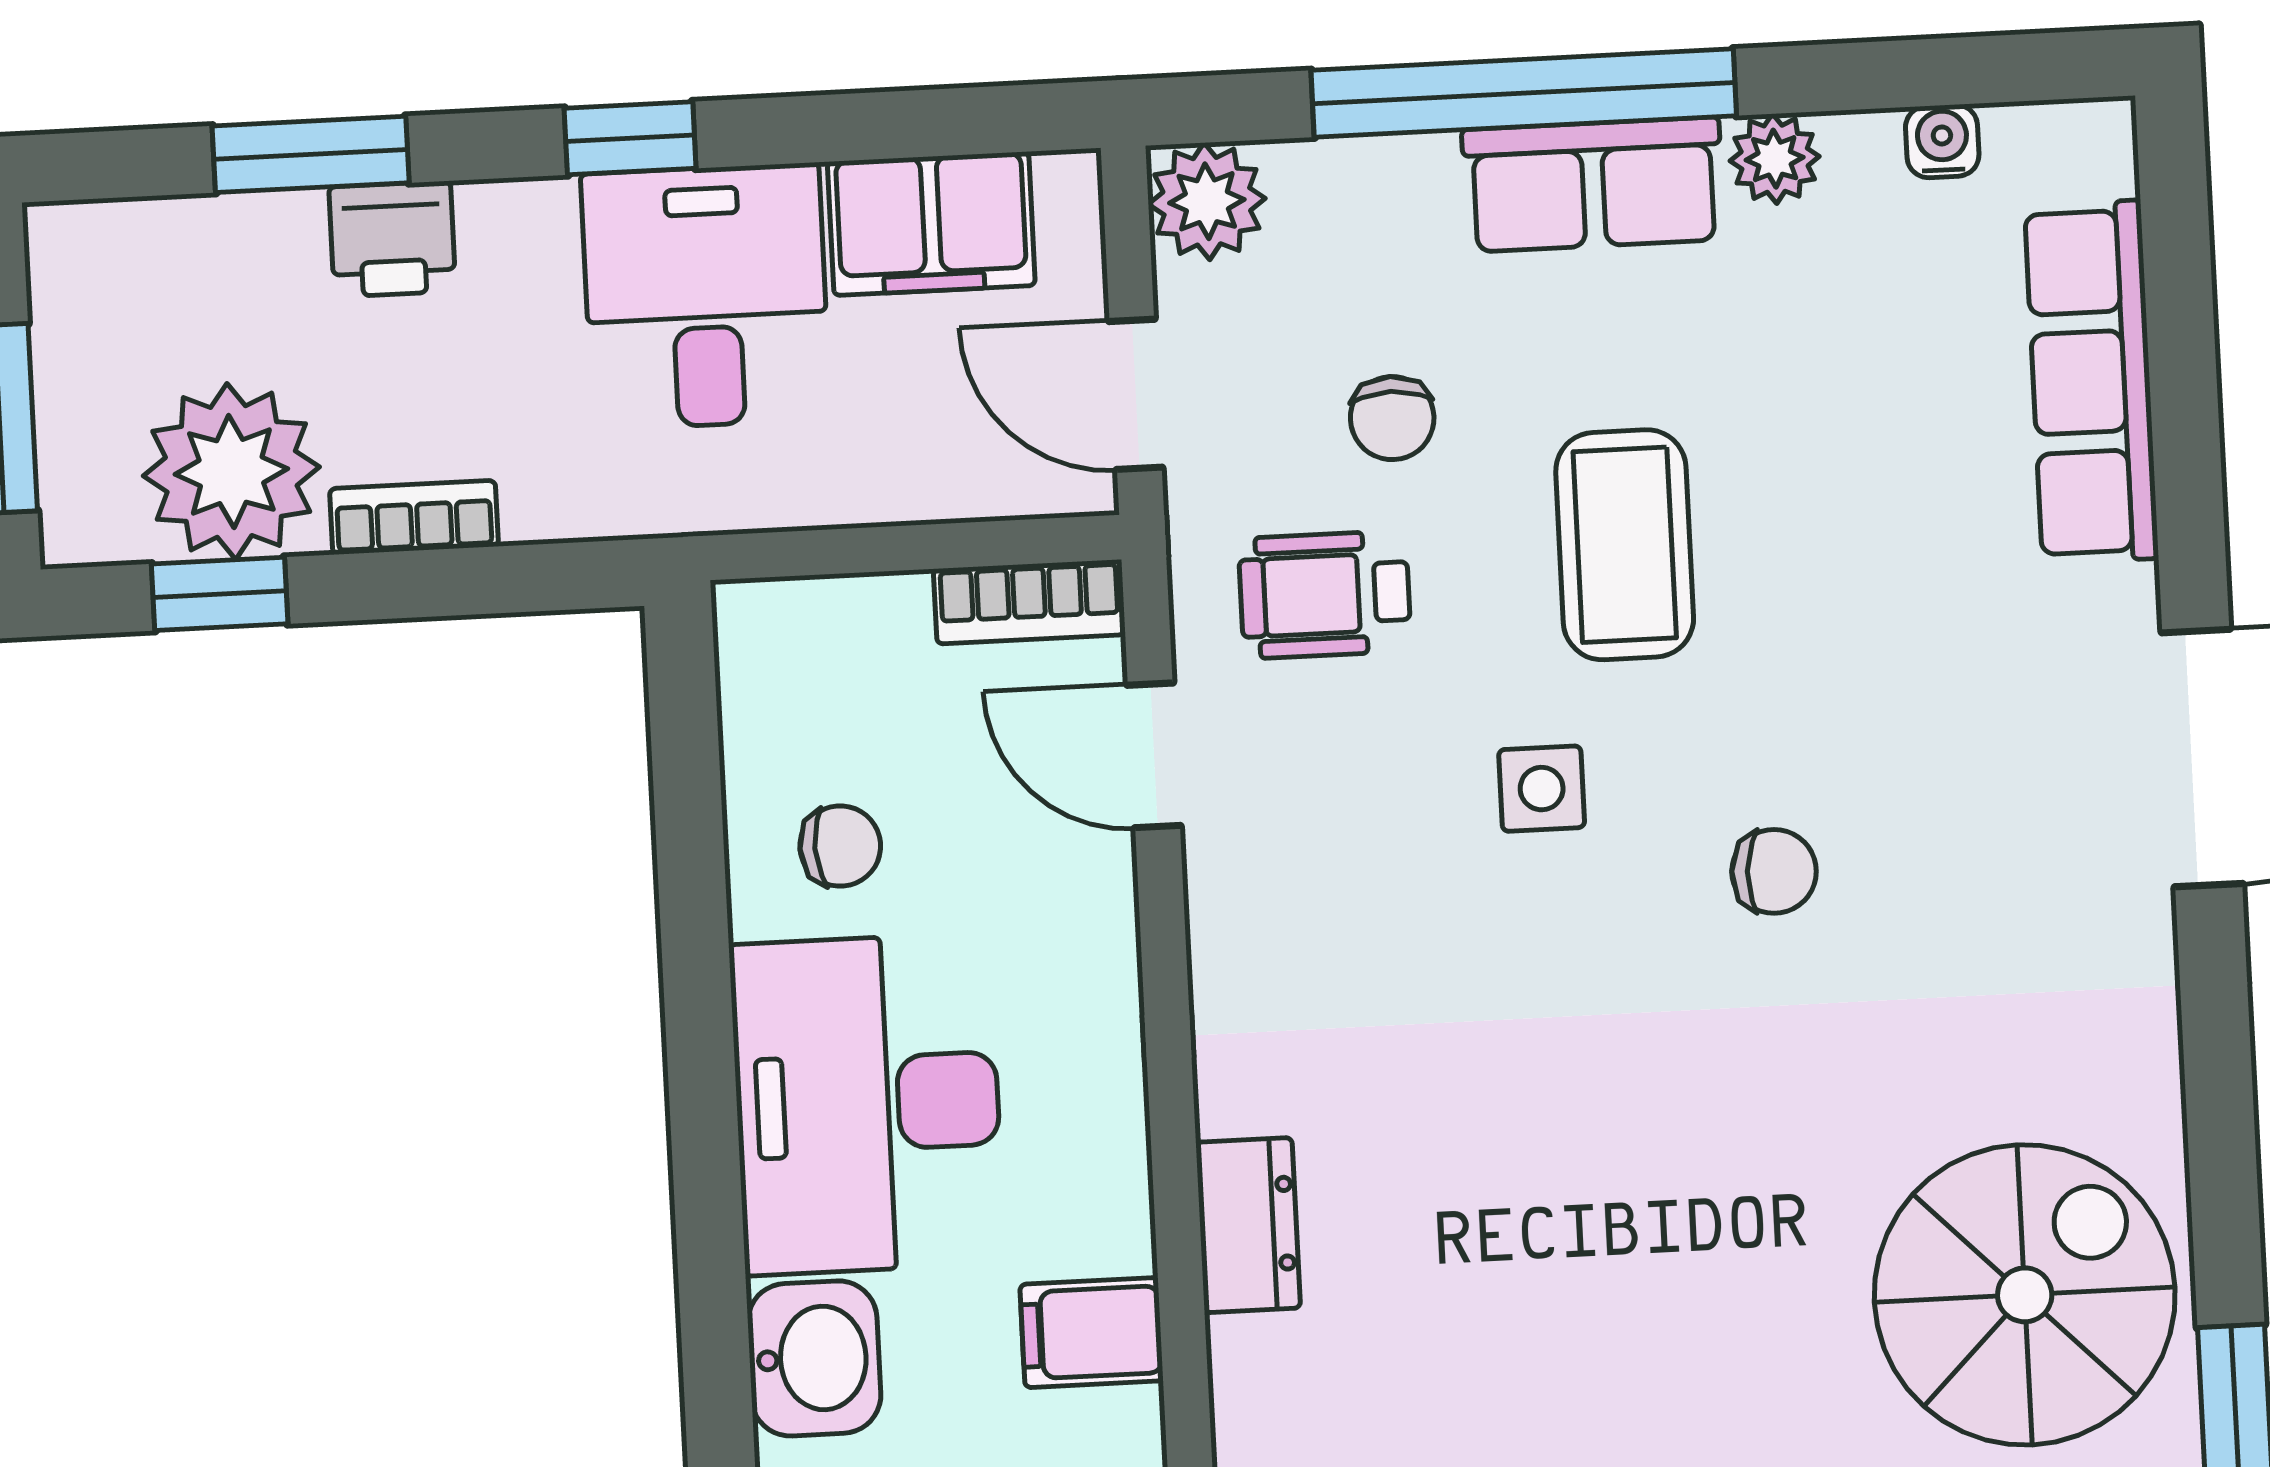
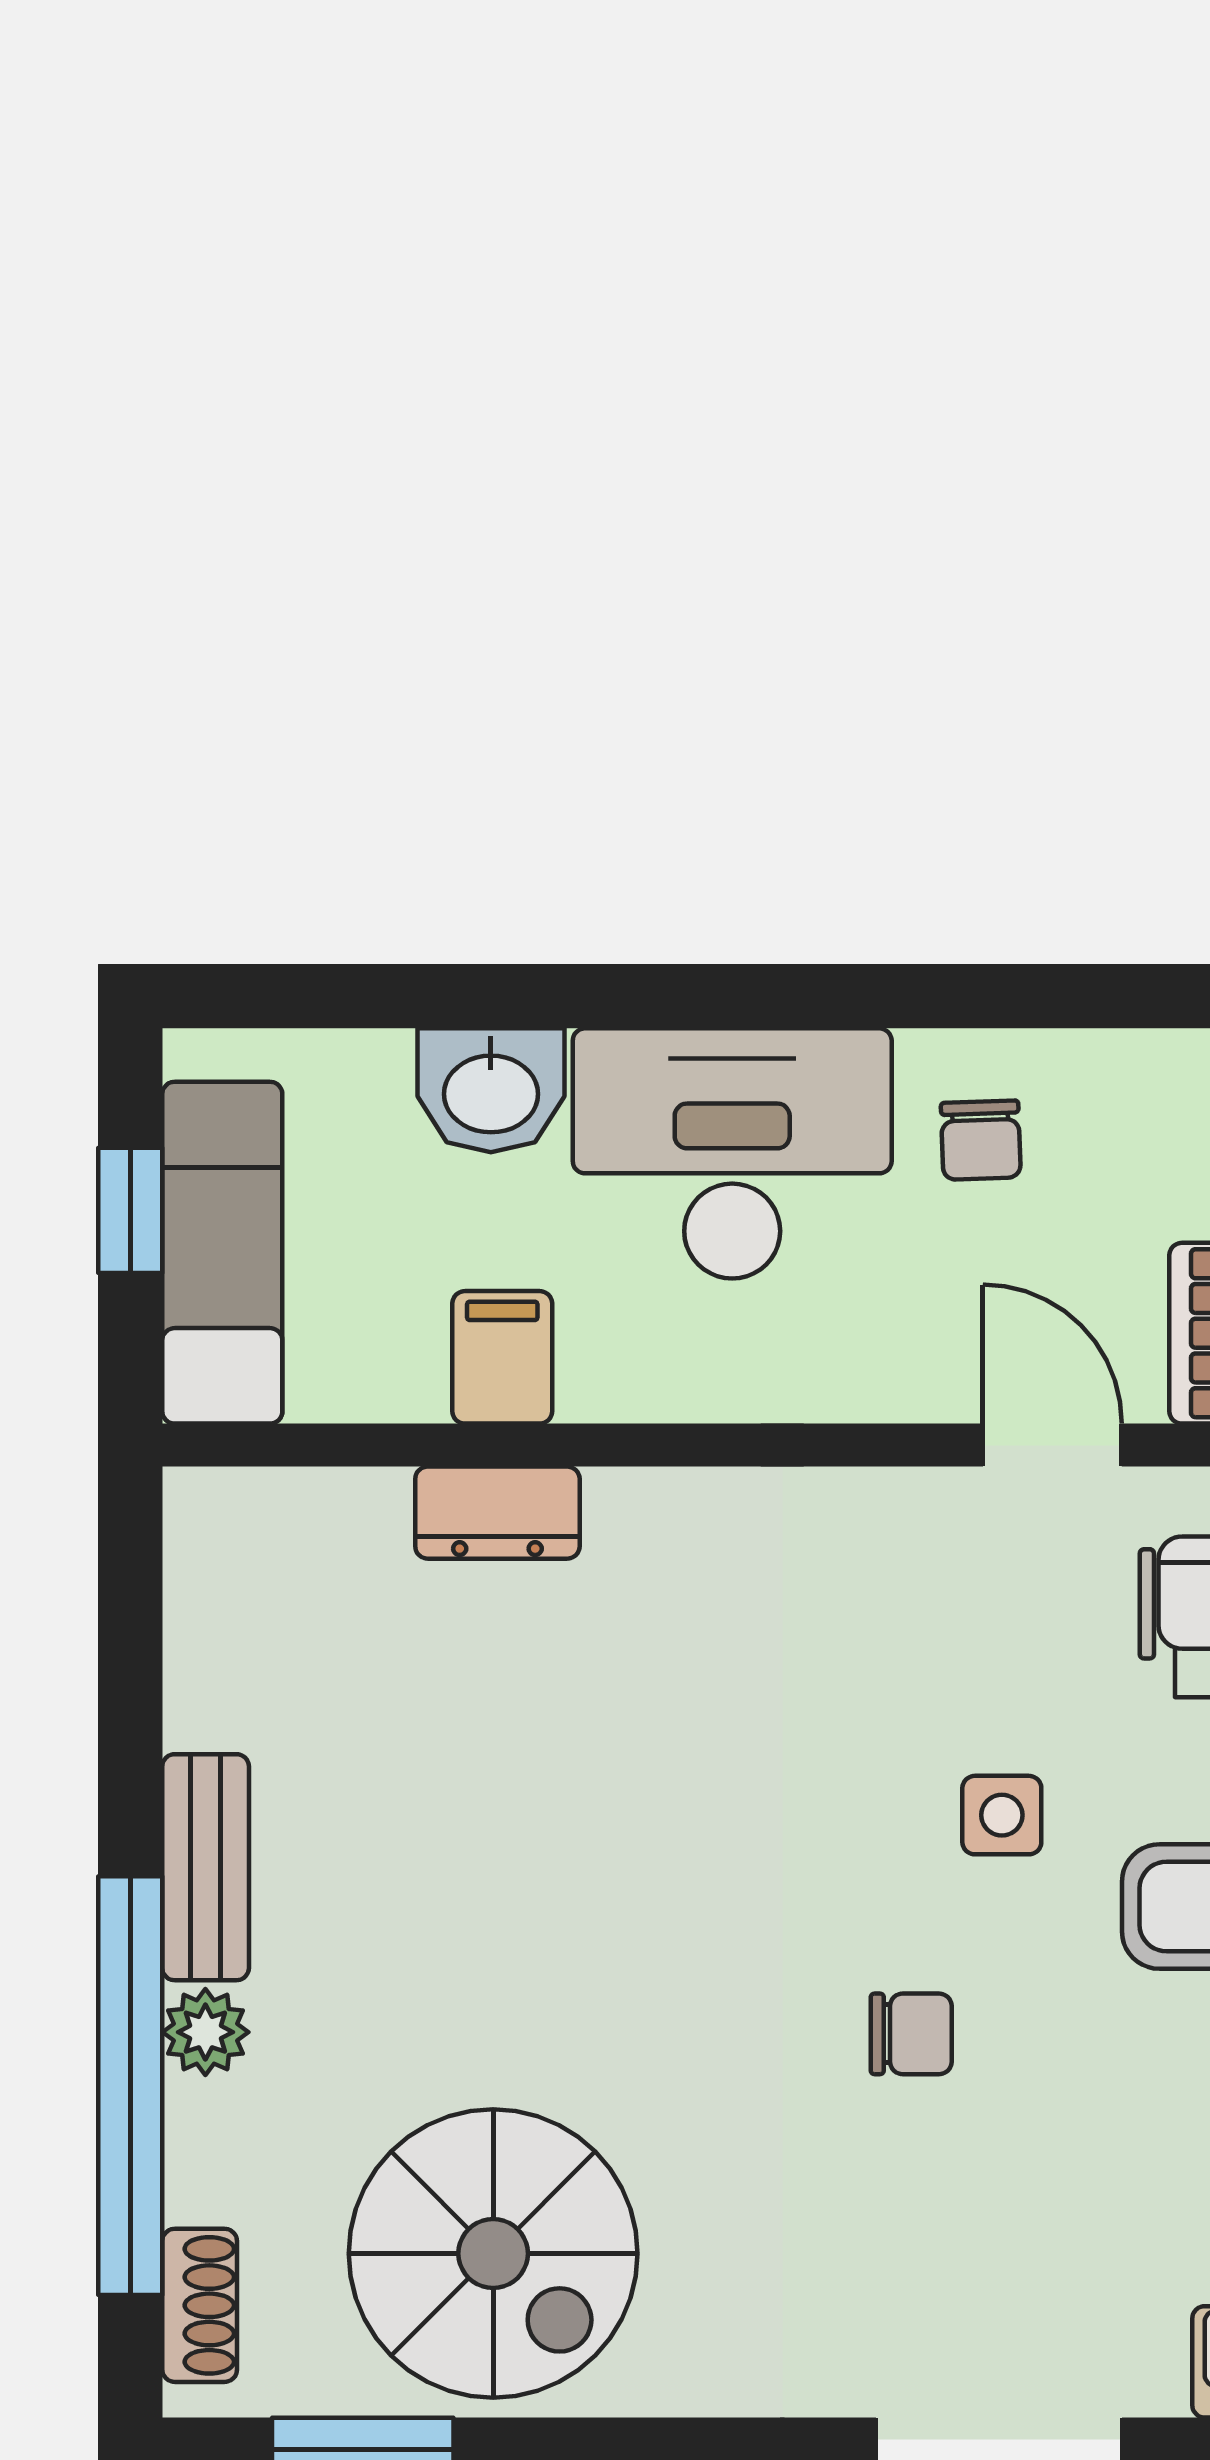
door: (1154, 755) -> (1052, 1445), hinge flipped
chair: (1774, 871) -> (911, 2034), turned -93
dresser: (1248, 1225) -> (497, 1513), moved

